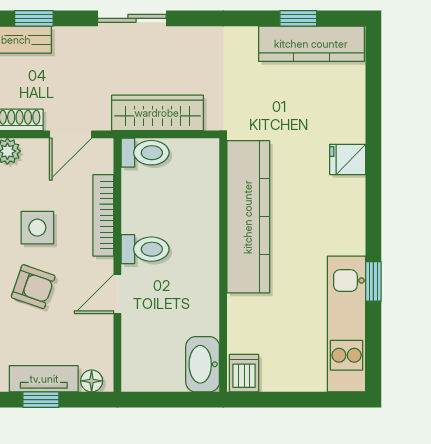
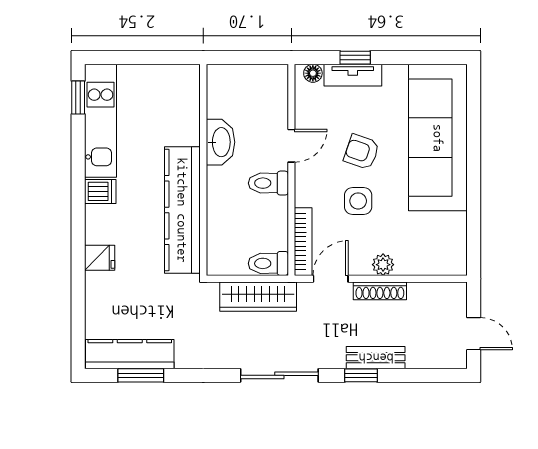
sliding door: (132, 18) -> (279, 375), width x1.37
window: (298, 18) -> (141, 375), width x1.50
bookcase: (103, 215) -> (303, 242), moved
window: (373, 281) -> (78, 97), moved
washbasin: (203, 364) -> (220, 142), moved
dishwasher: (244, 373) -> (100, 191), moved, turned -90

